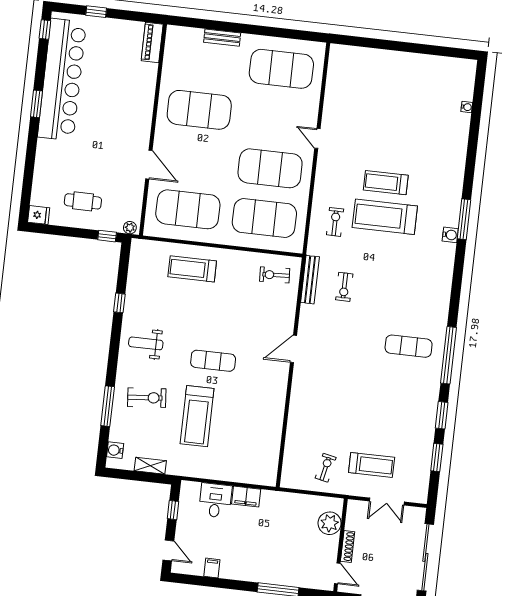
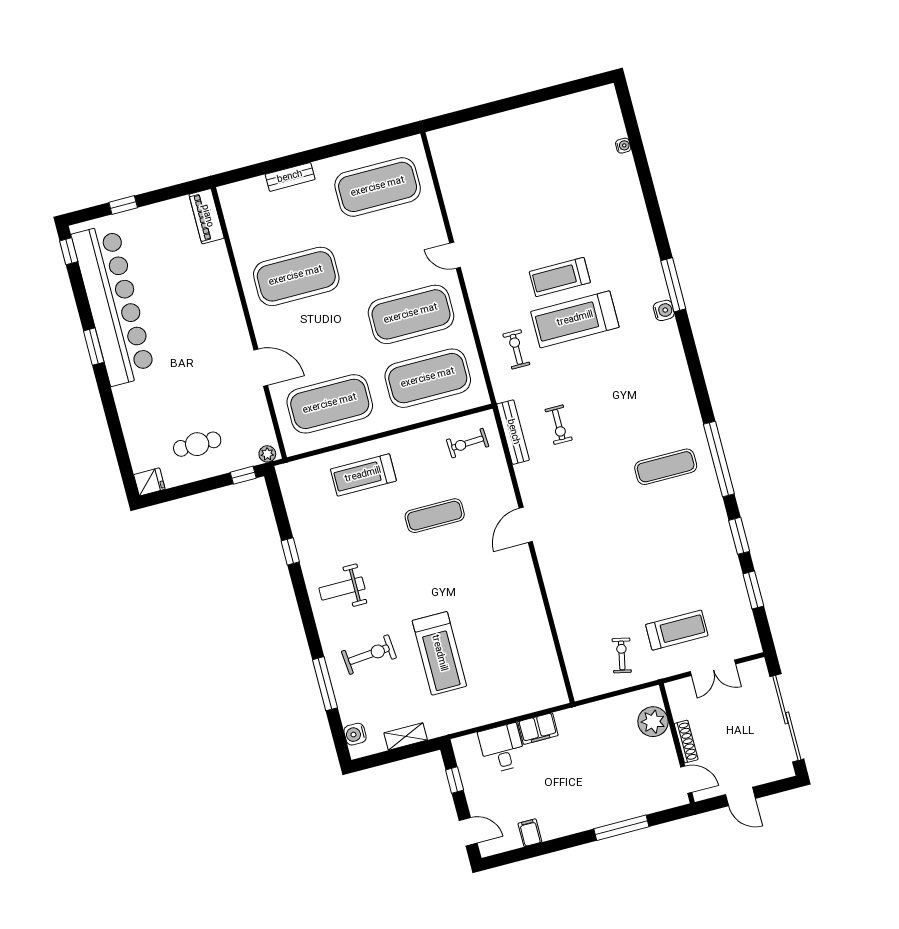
exercise mat: (213, 361) -> (435, 516), moved

